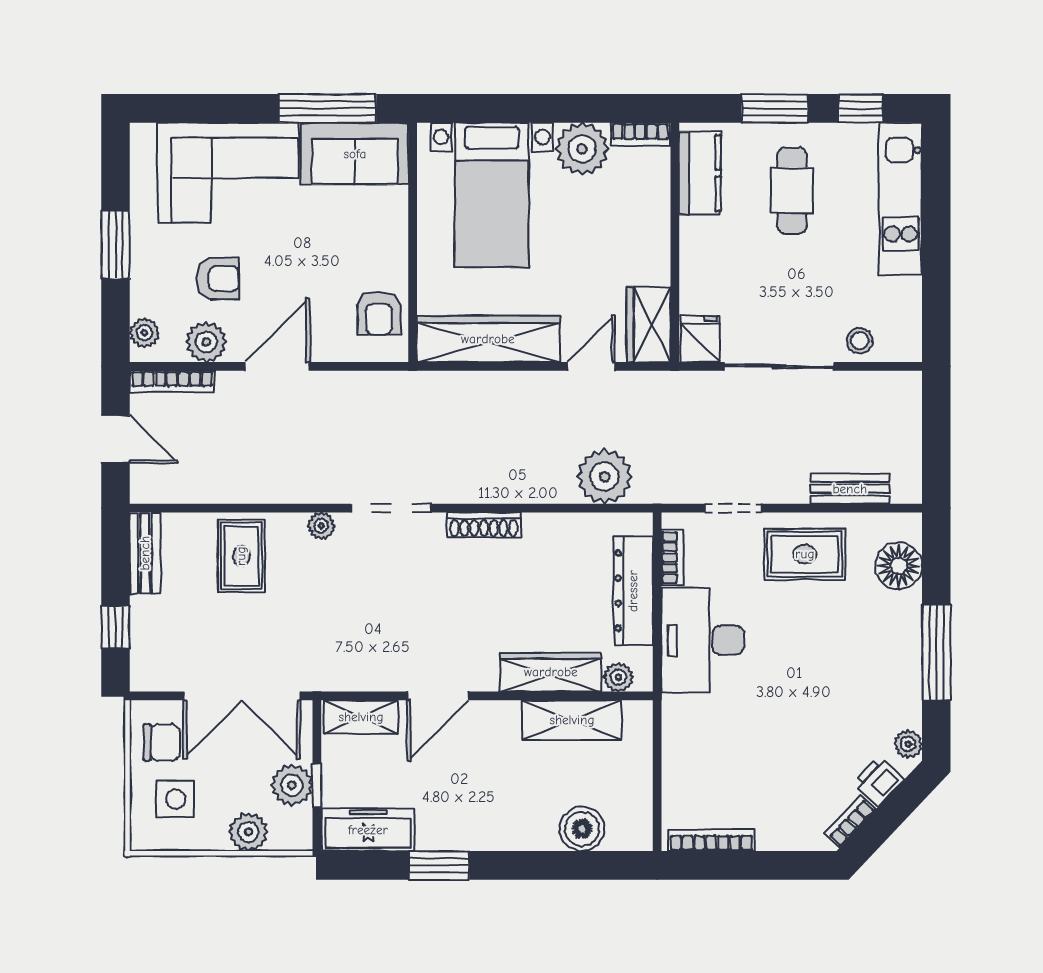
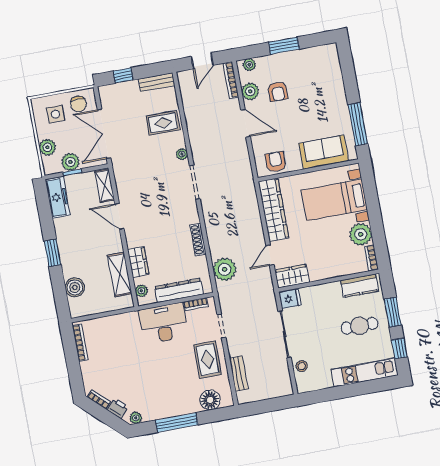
sofa: (355, 154) -> (324, 152), moved, turned 90
corner sofa: (228, 173) -> (323, 87), removed
armchair: (379, 313) -> (276, 162), turned 90
door: (591, 366) -> (270, 255), swing flipped
shoe rack: (484, 525) -> (198, 240), moved
wardrobe: (551, 672) -> (138, 262), width x0.67
window: (439, 865) -> (52, 253), moved

